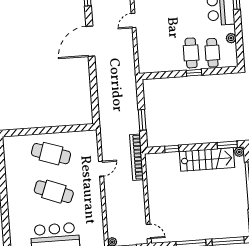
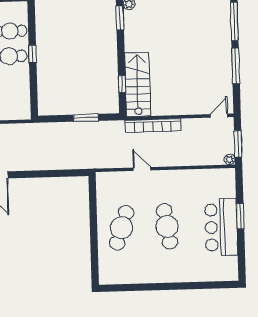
bookcase: (137, 157) -> (153, 126), moved
stairs: (207, 159) -> (138, 84), moved
cafe table: (54, 192) -> (167, 226), turned -30

